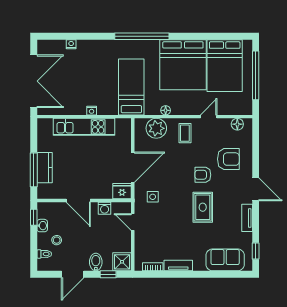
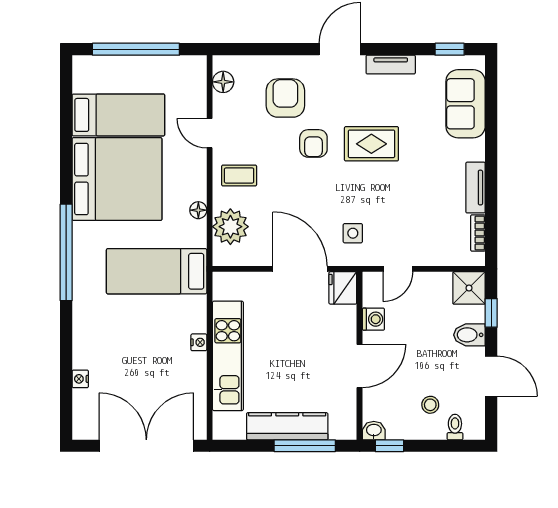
bed: (225, 66) -> (118, 115), width x0.67
kitchen counter: (45, 168) -> (287, 426), width x1.50
washbasin: (42, 226) -> (374, 431), moved

